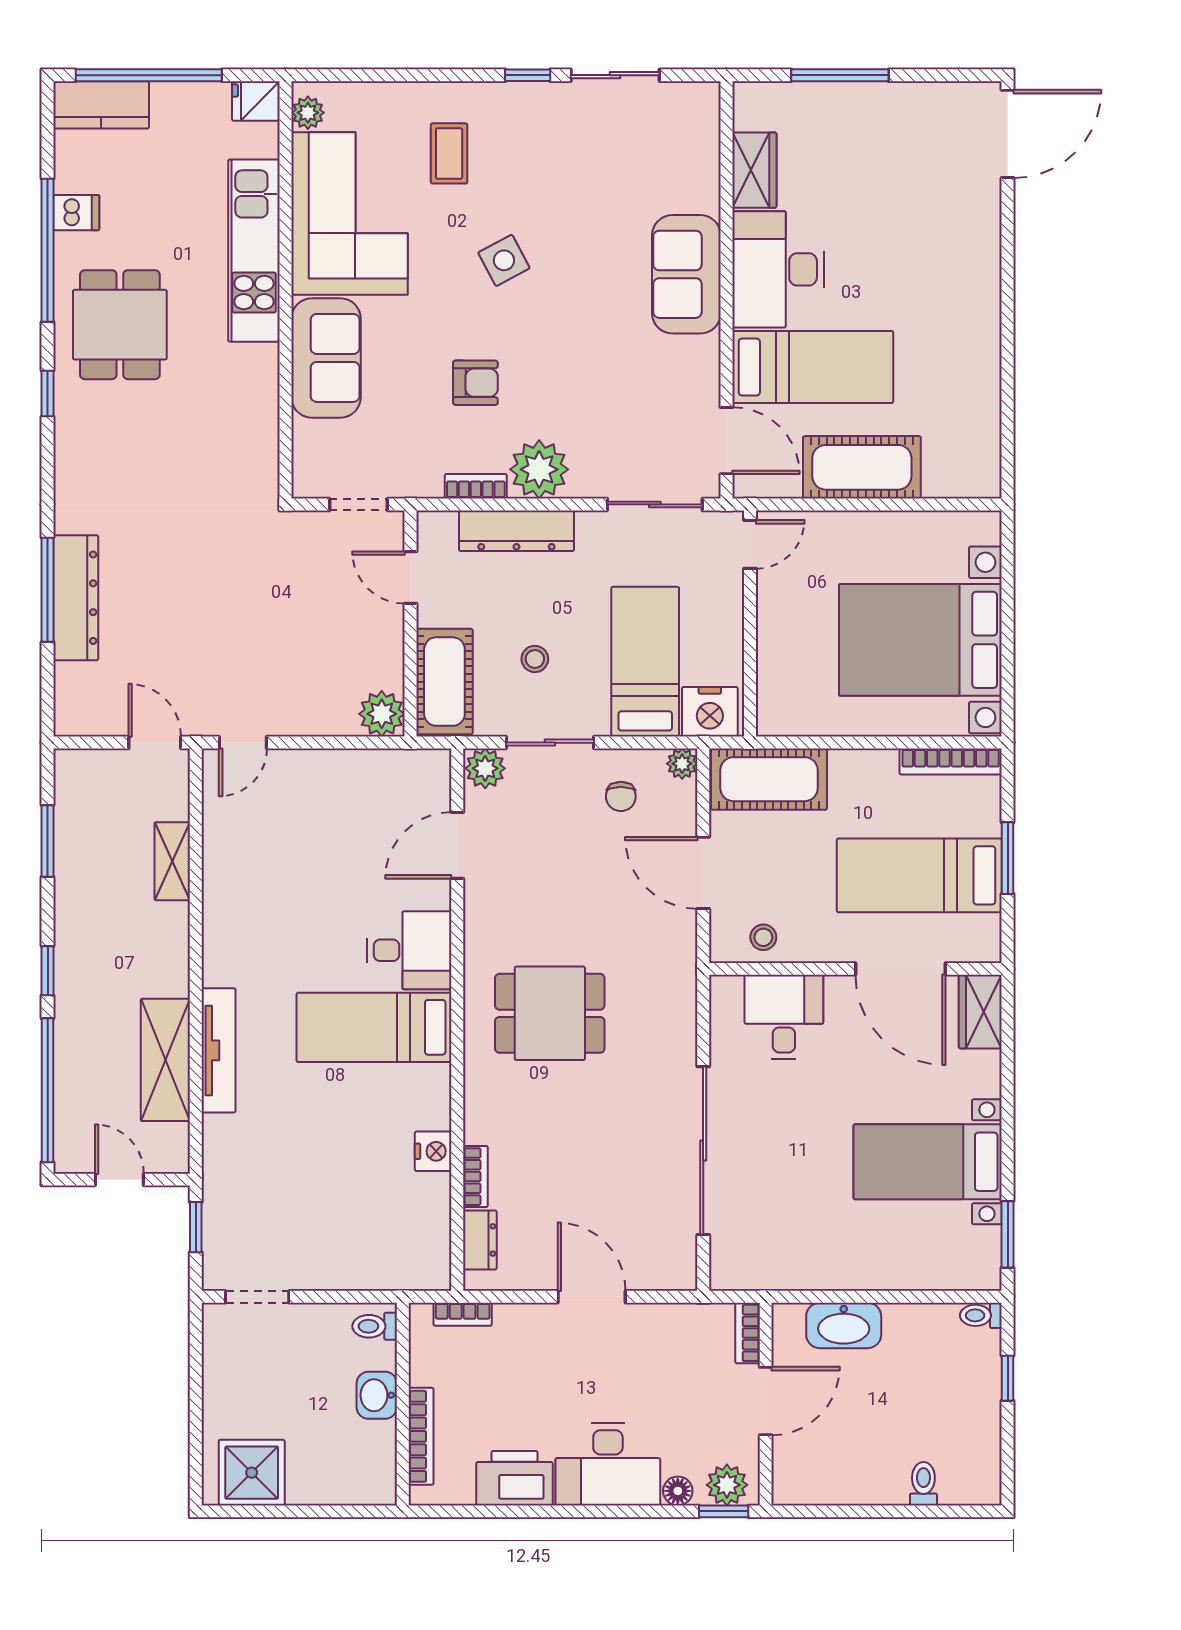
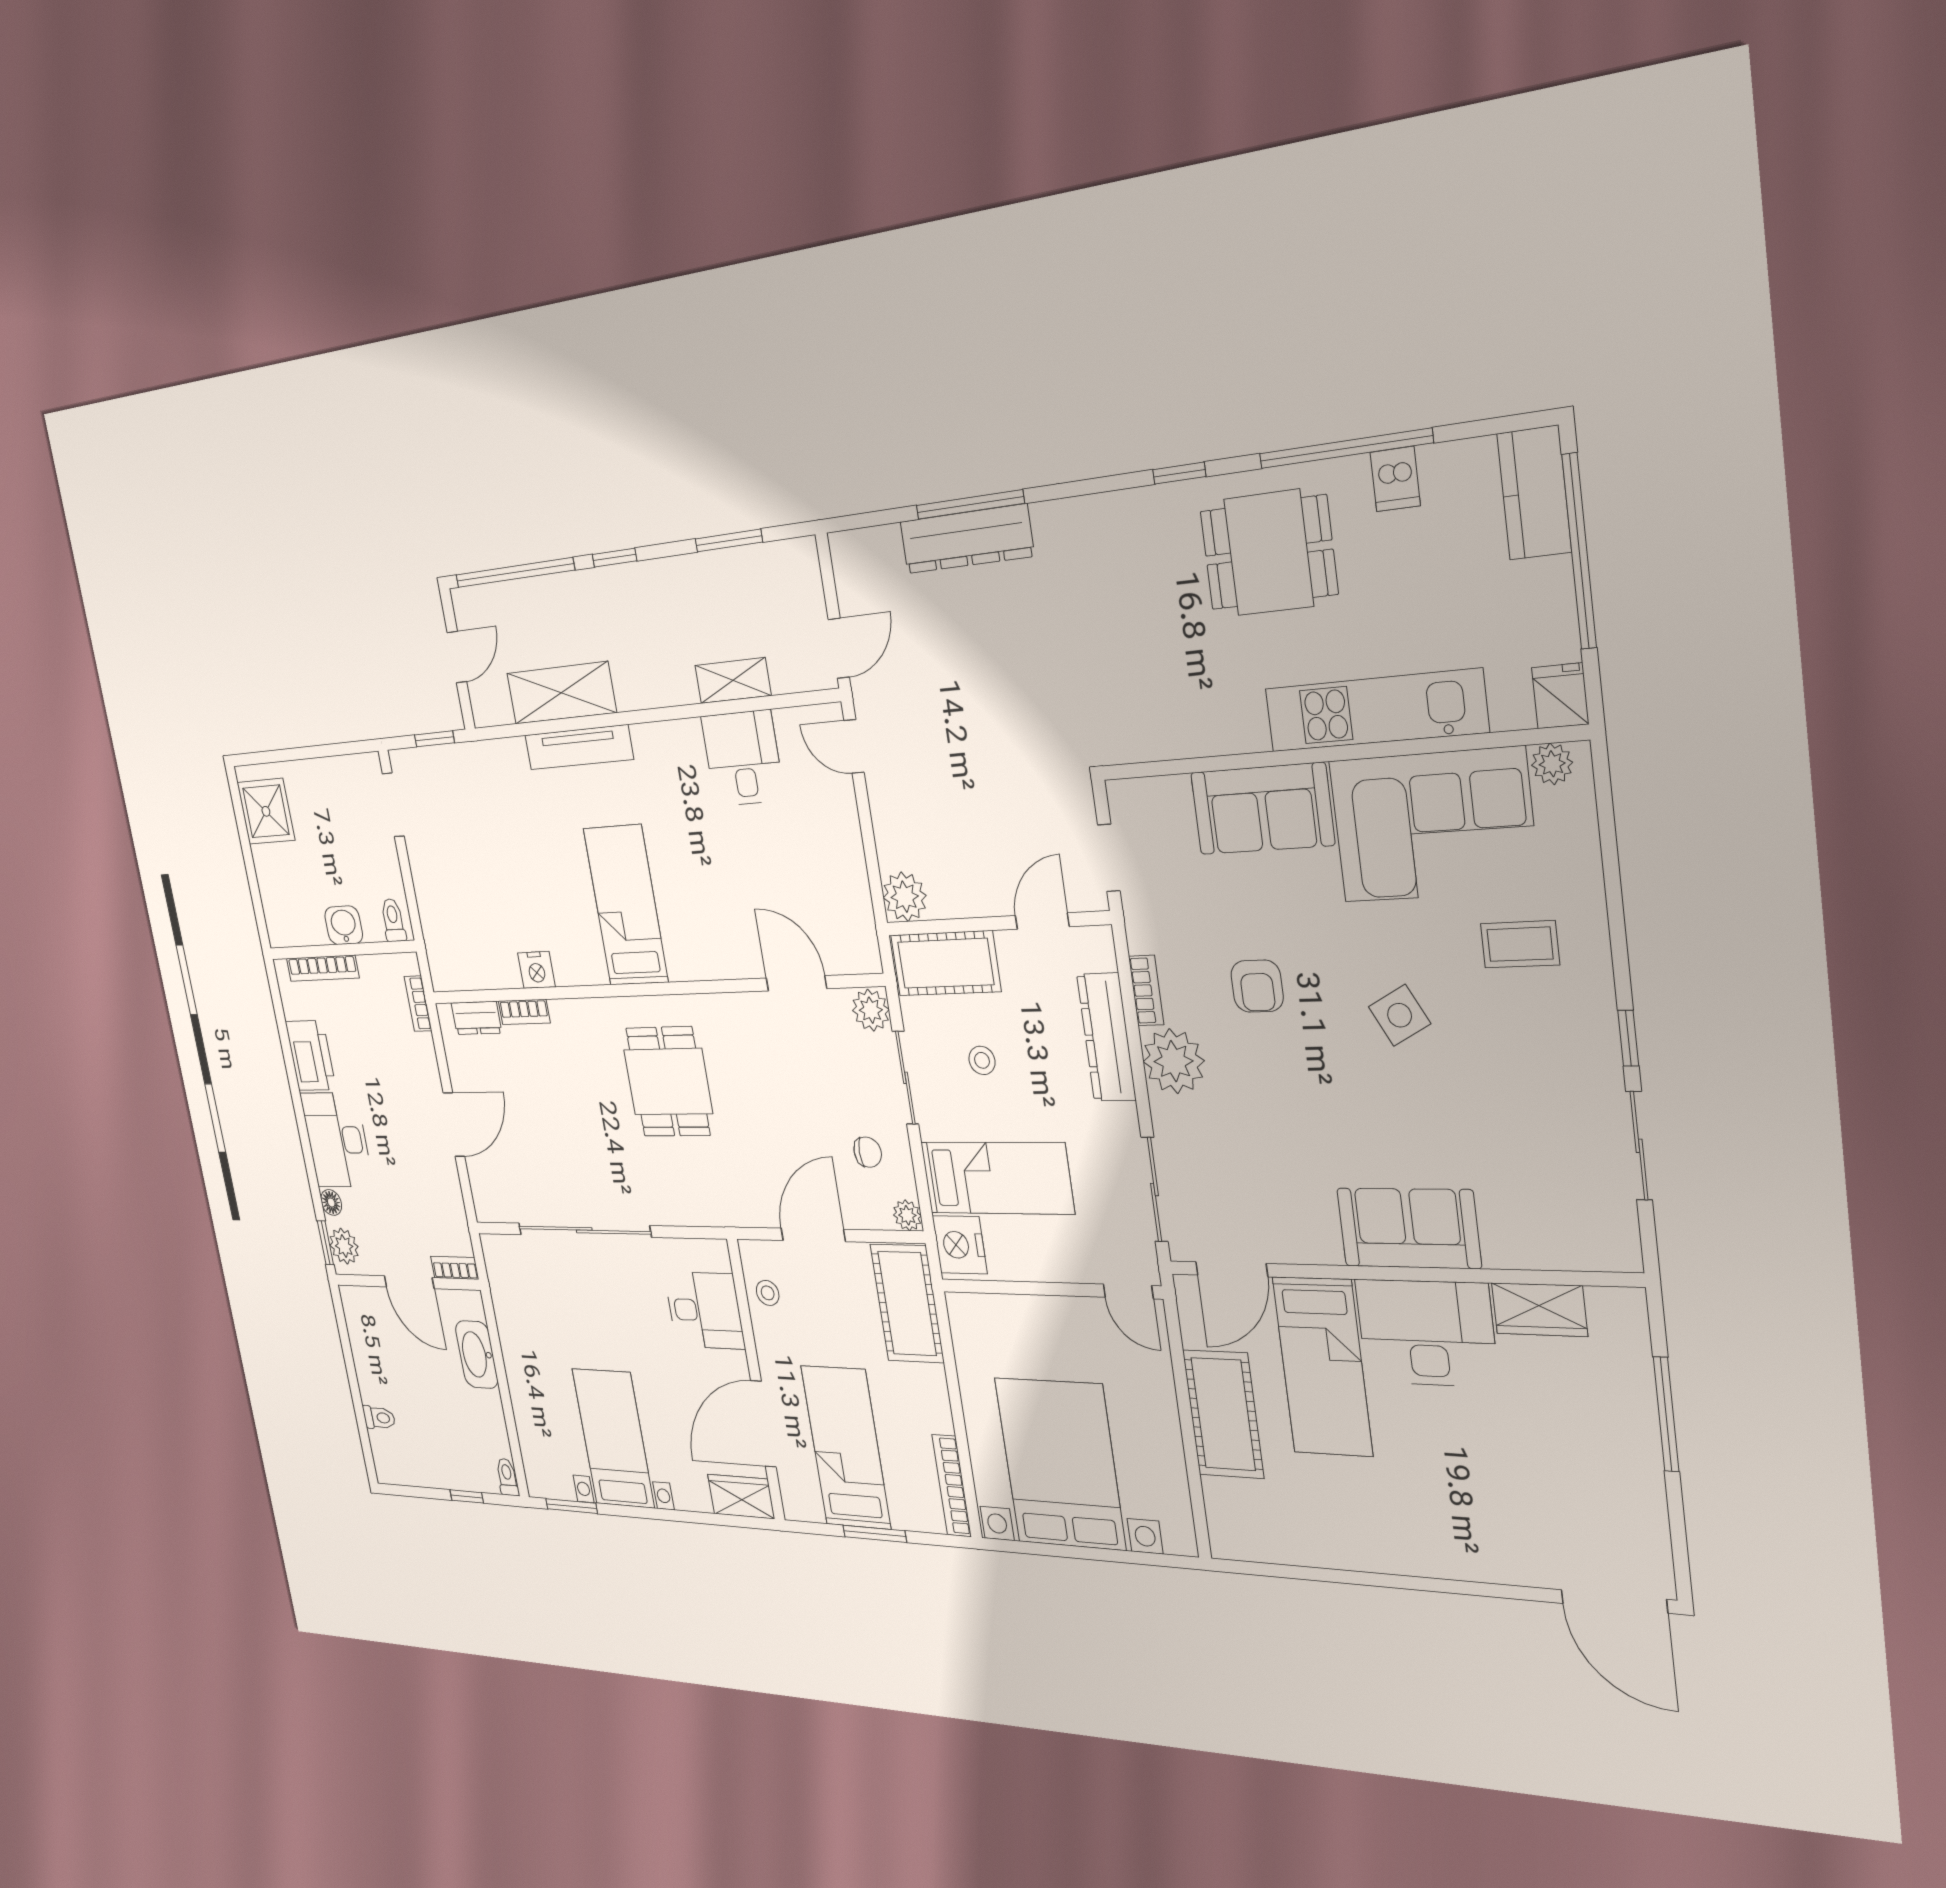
chair: (621, 796) -> (868, 1152), turned 180
desk: (409, 950) -> (743, 758), moved, turned 180

